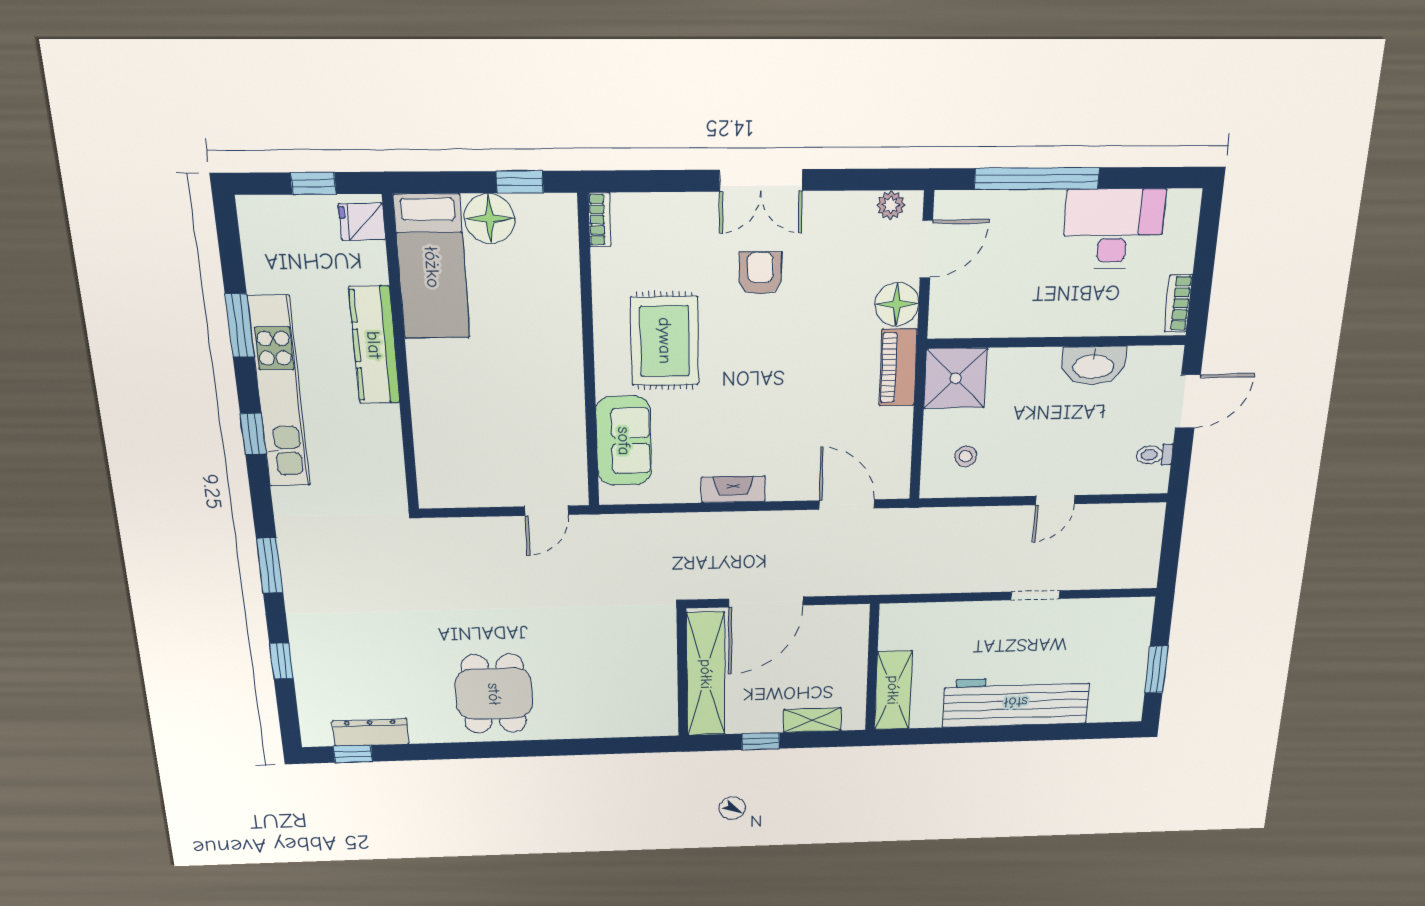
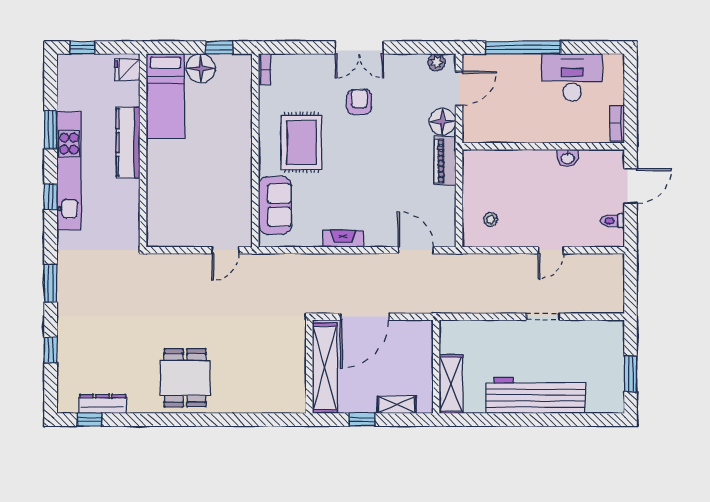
window: (313, 183) -> (82, 48), moved
washbasin: (1093, 365) -> (568, 158), width x0.52, depth x0.69
shower: (955, 378) -> (481, 168), removed

